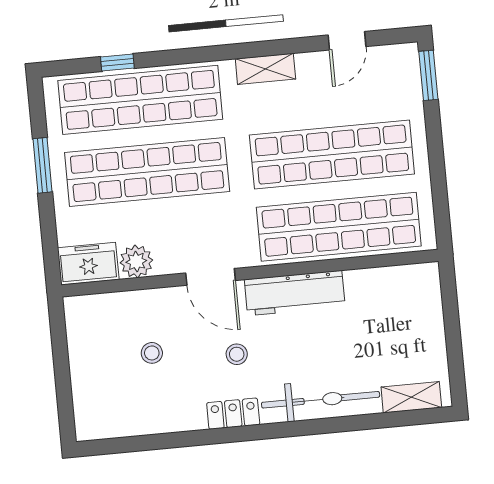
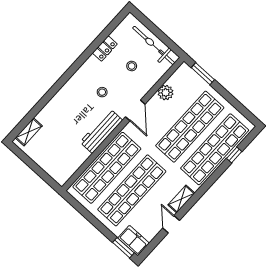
door: (347, 41) -> (171, 224), moved
window: (43, 165) -> (203, 74), moved
freezer: (88, 264) -> (134, 241), moved, turned -90
door: (211, 277) -> (135, 110), swing flipped
bicycle: (321, 400) -> (154, 45), moved, turned 90
locker: (233, 414) -> (105, 49), moved

